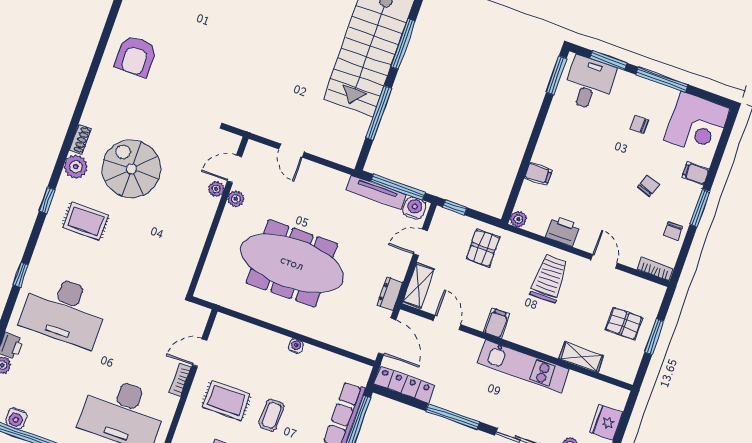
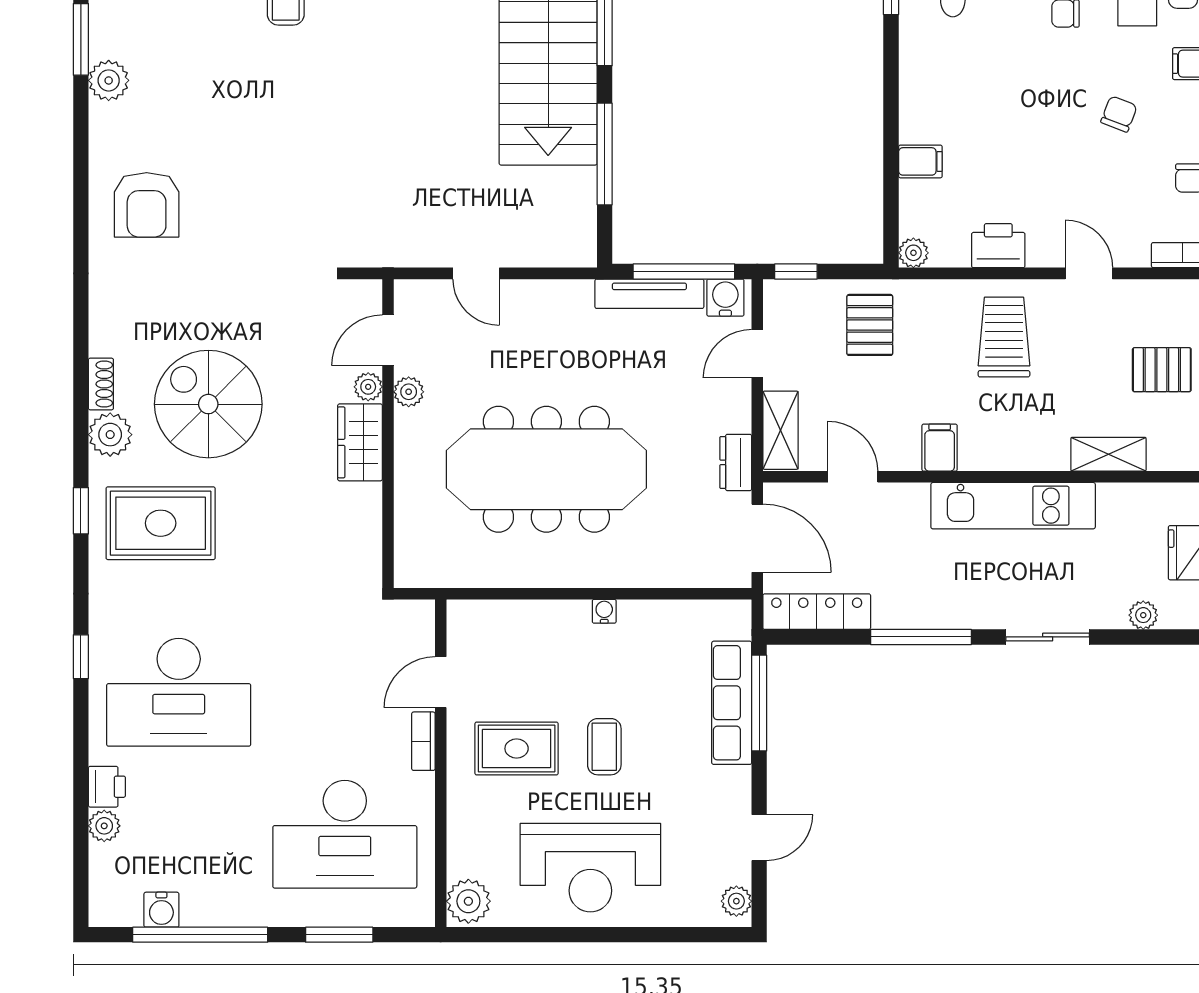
wardrobe: (202, 216) -> (360, 442), added
rug: (86, 221) -> (161, 523), width x1.36, depth x1.43

